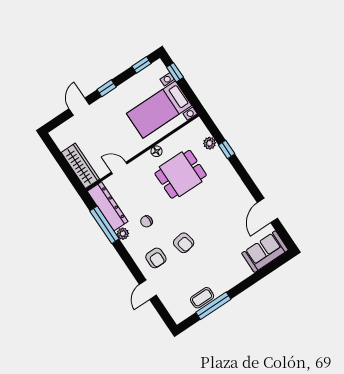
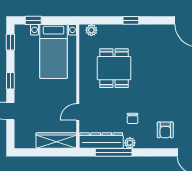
plant: (210, 143) -> (91, 30), moved
window: (227, 149) -> (131, 20), moved
floor lamp: (157, 151) -> (84, 75), removed
armchair: (184, 243) -> (168, 101), removed
armchair: (156, 258) -> (165, 130), turned 90

